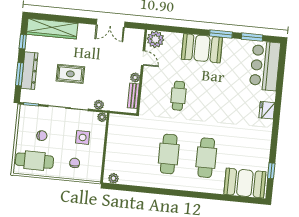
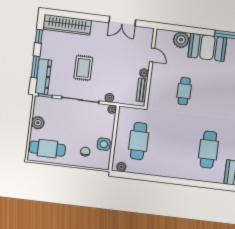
plant: (155, 39) -> (181, 40), moved
dresser: (30, 71) -> (43, 77), moved
rug: (70, 74) -> (83, 68), turned 90
plant: (24, 133) -> (38, 123), added
chair: (42, 136) -> (55, 125), removed
side table: (83, 137) -> (104, 144), moved
cafe table: (169, 154) -> (139, 141), moved

